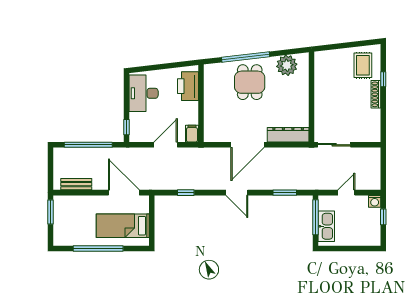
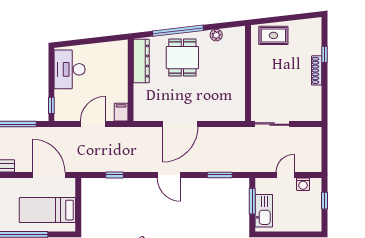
plant: (287, 65) -> (216, 35), width x0.53, depth x0.53
rug: (363, 65) -> (273, 35), moved, turned 90
printer: (188, 86) -> (117, 62), removed
dresser: (288, 135) -> (141, 61), moved, turned 90
washing machine: (375, 201) -> (303, 184), moved
window: (315, 217) -> (252, 201), width x0.69

